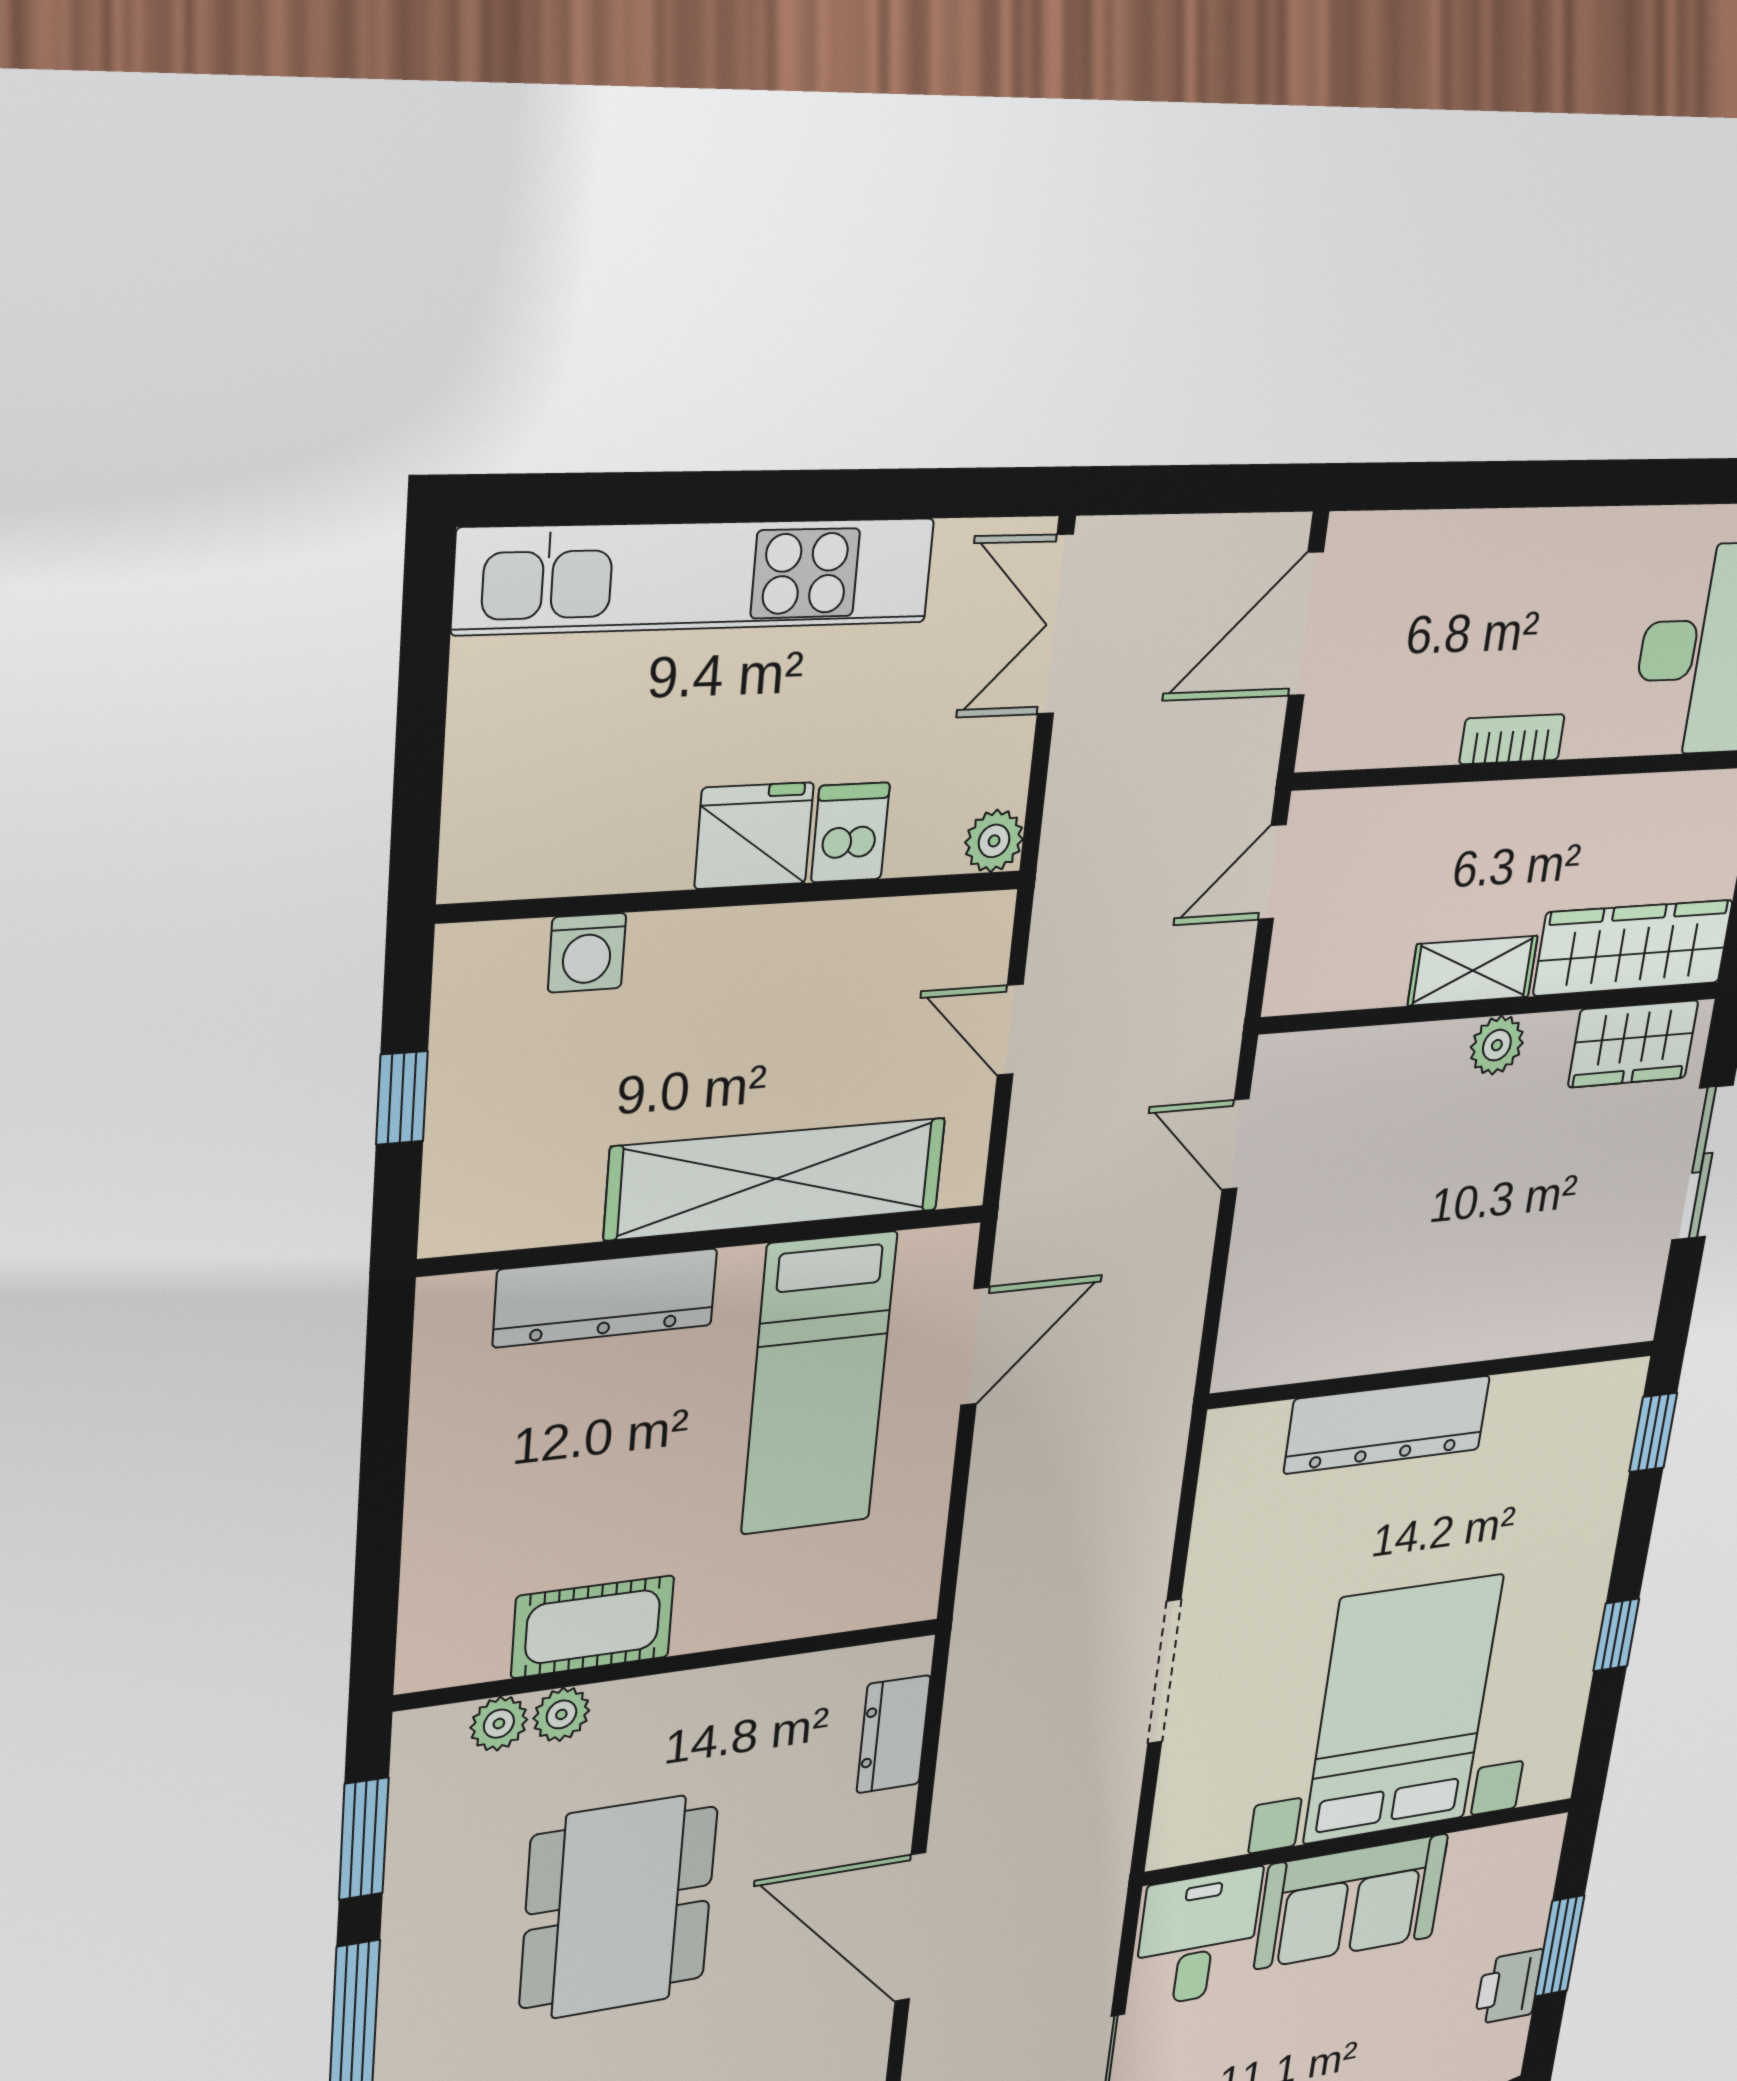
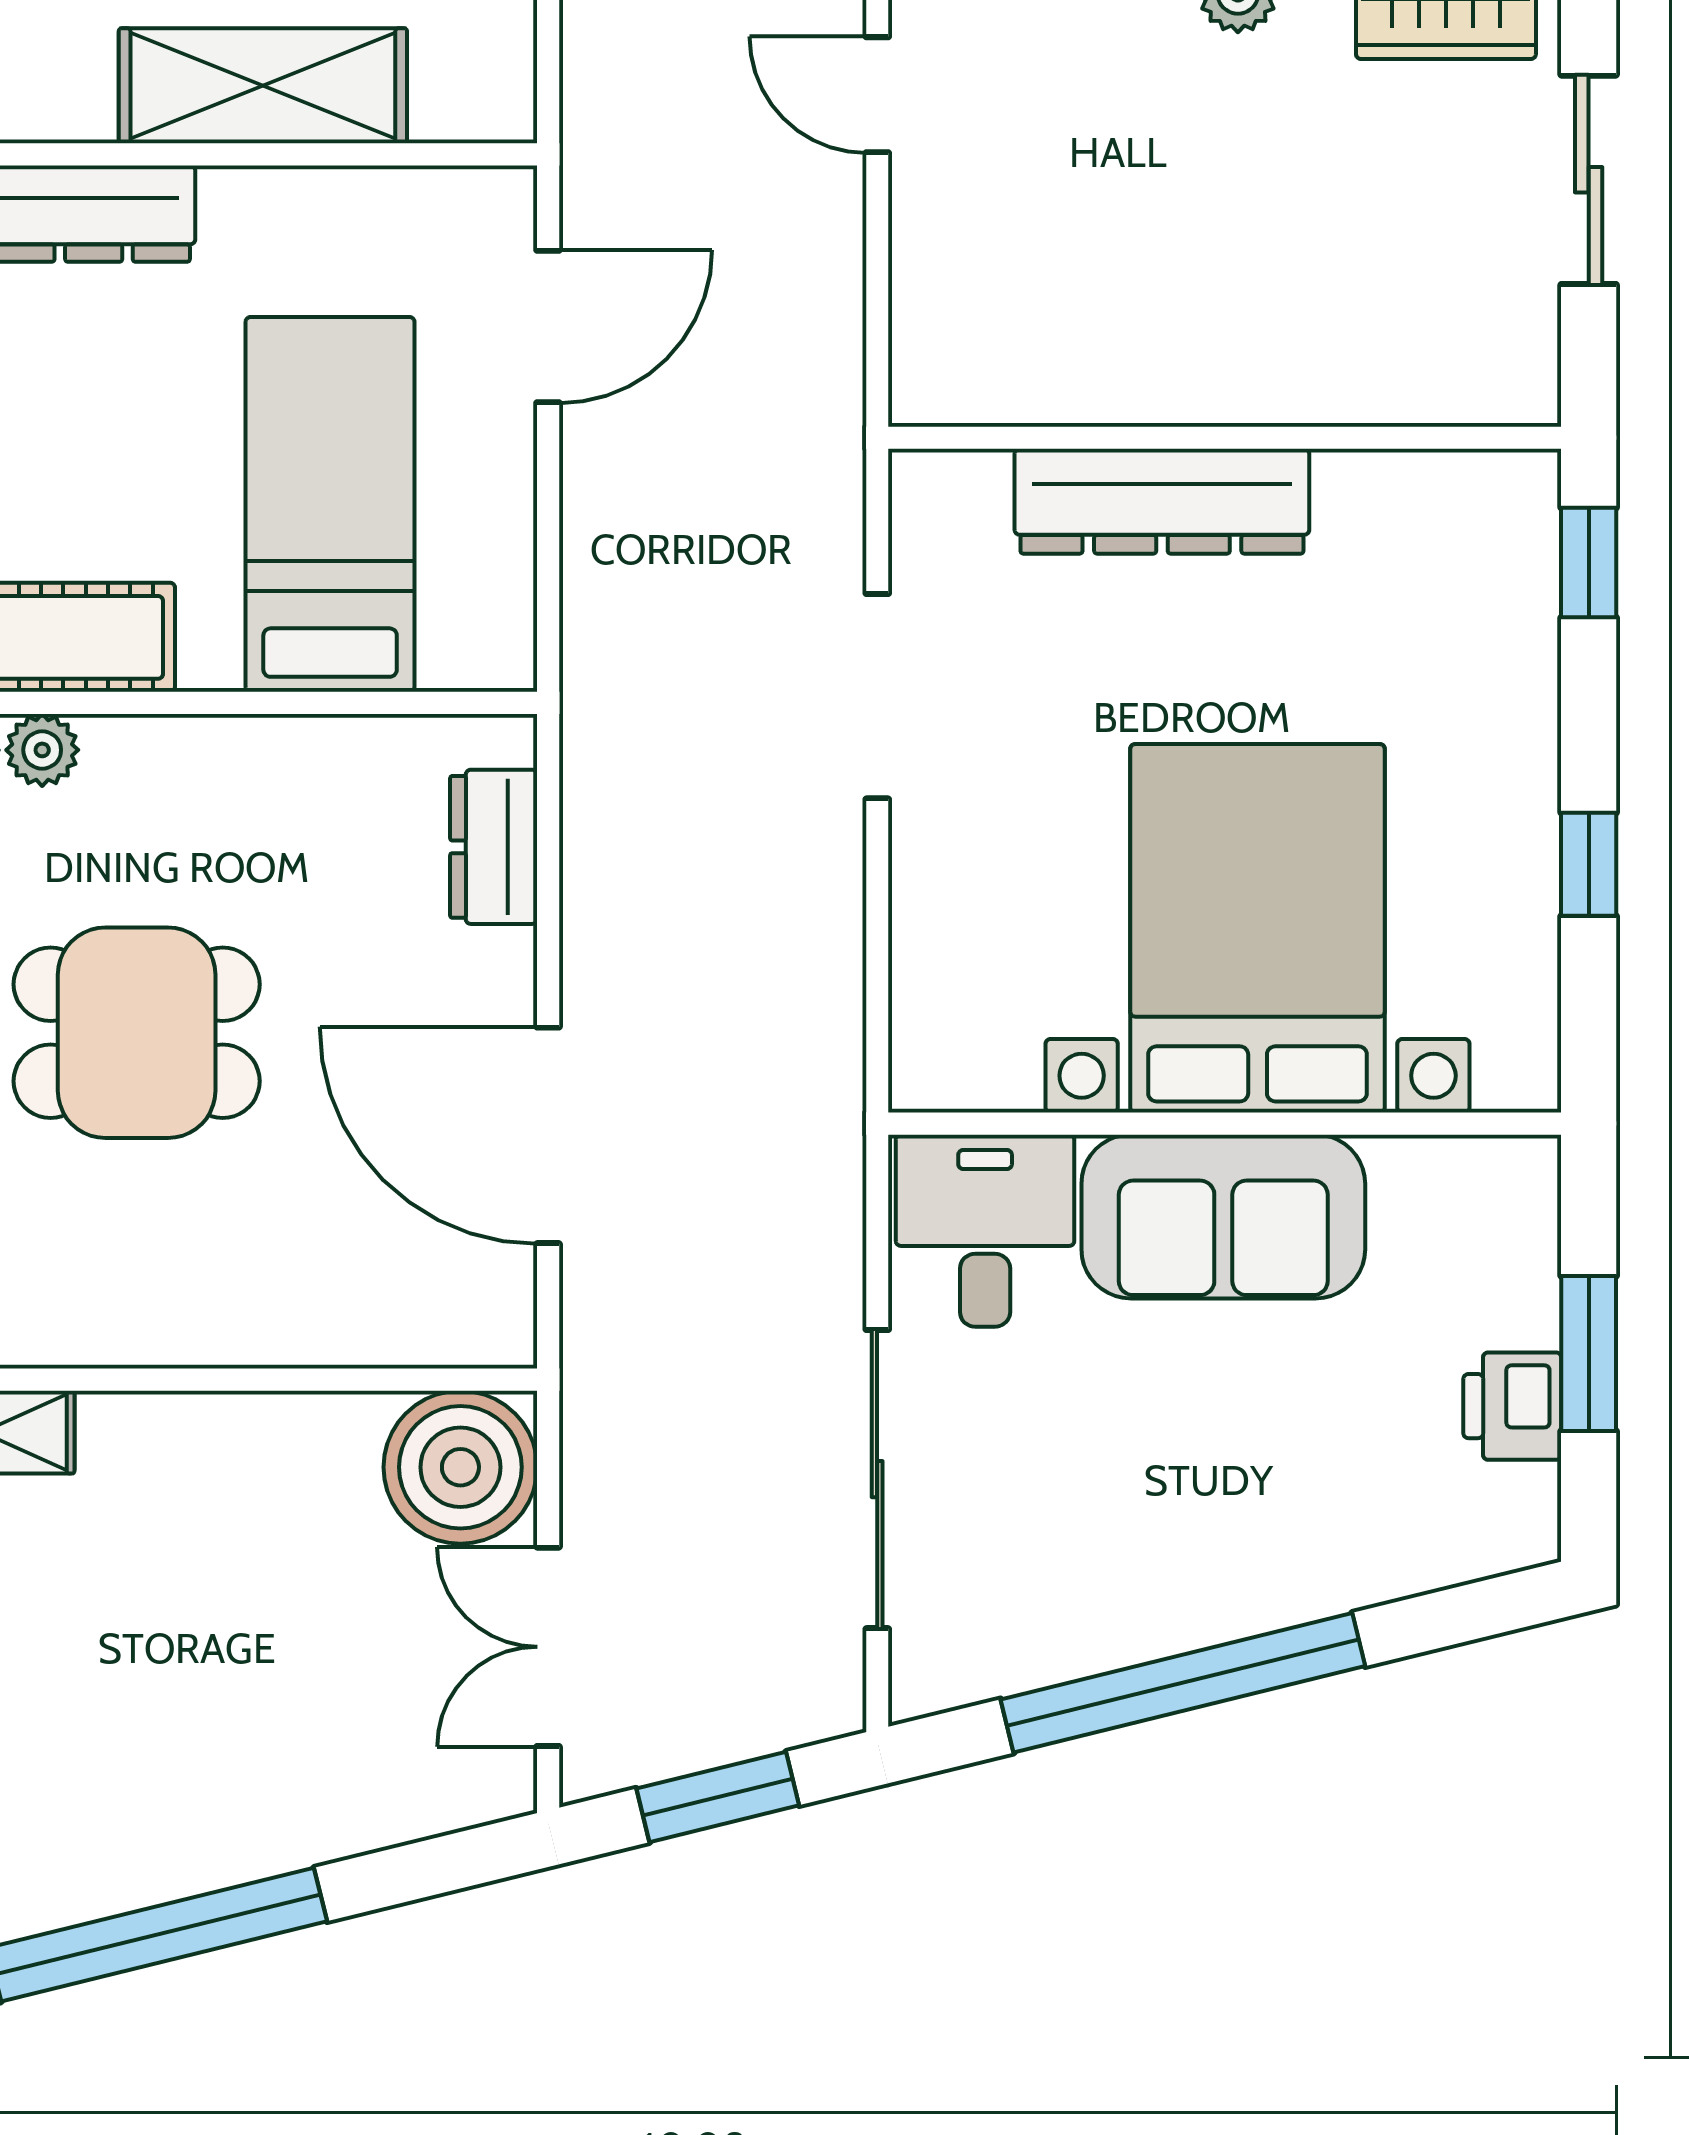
shelving: (776, 1179) -> (263, 86), width x0.68
bed: (819, 1384) -> (330, 504), moved, turned 180
doorway: (1164, 1672) -> (877, 696), moved
dining table: (618, 1908) -> (137, 1033), width x0.73

